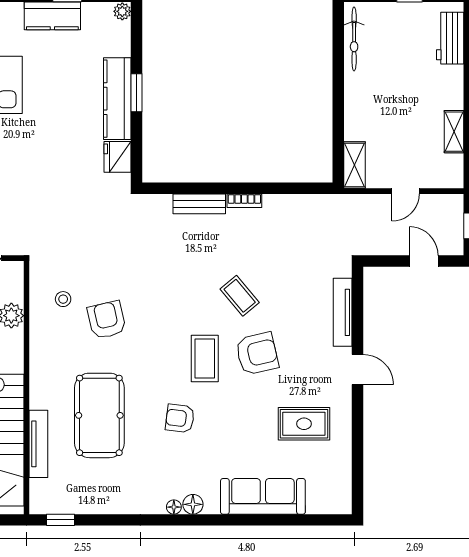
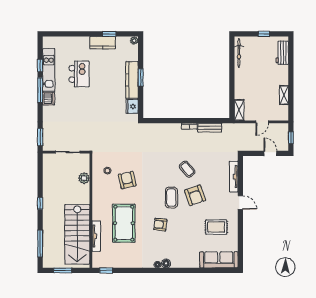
bench: (199, 204) -> (210, 128), moved
armchair: (257, 354) -> (195, 195), turned 84
sofa: (263, 496) -> (219, 260), moved

